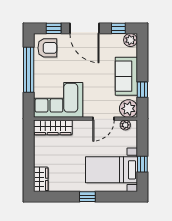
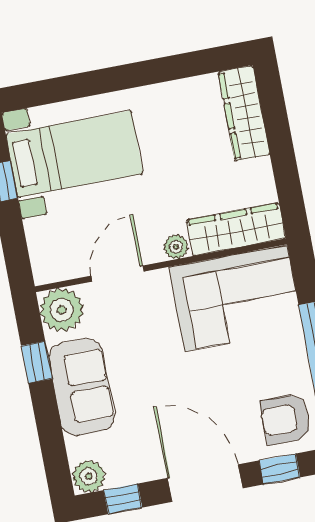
plant: (125, 125) -> (176, 247), moved
wardrobe: (41, 179) -> (244, 113), width x1.50
window: (87, 197) -> (121, 78), removed

